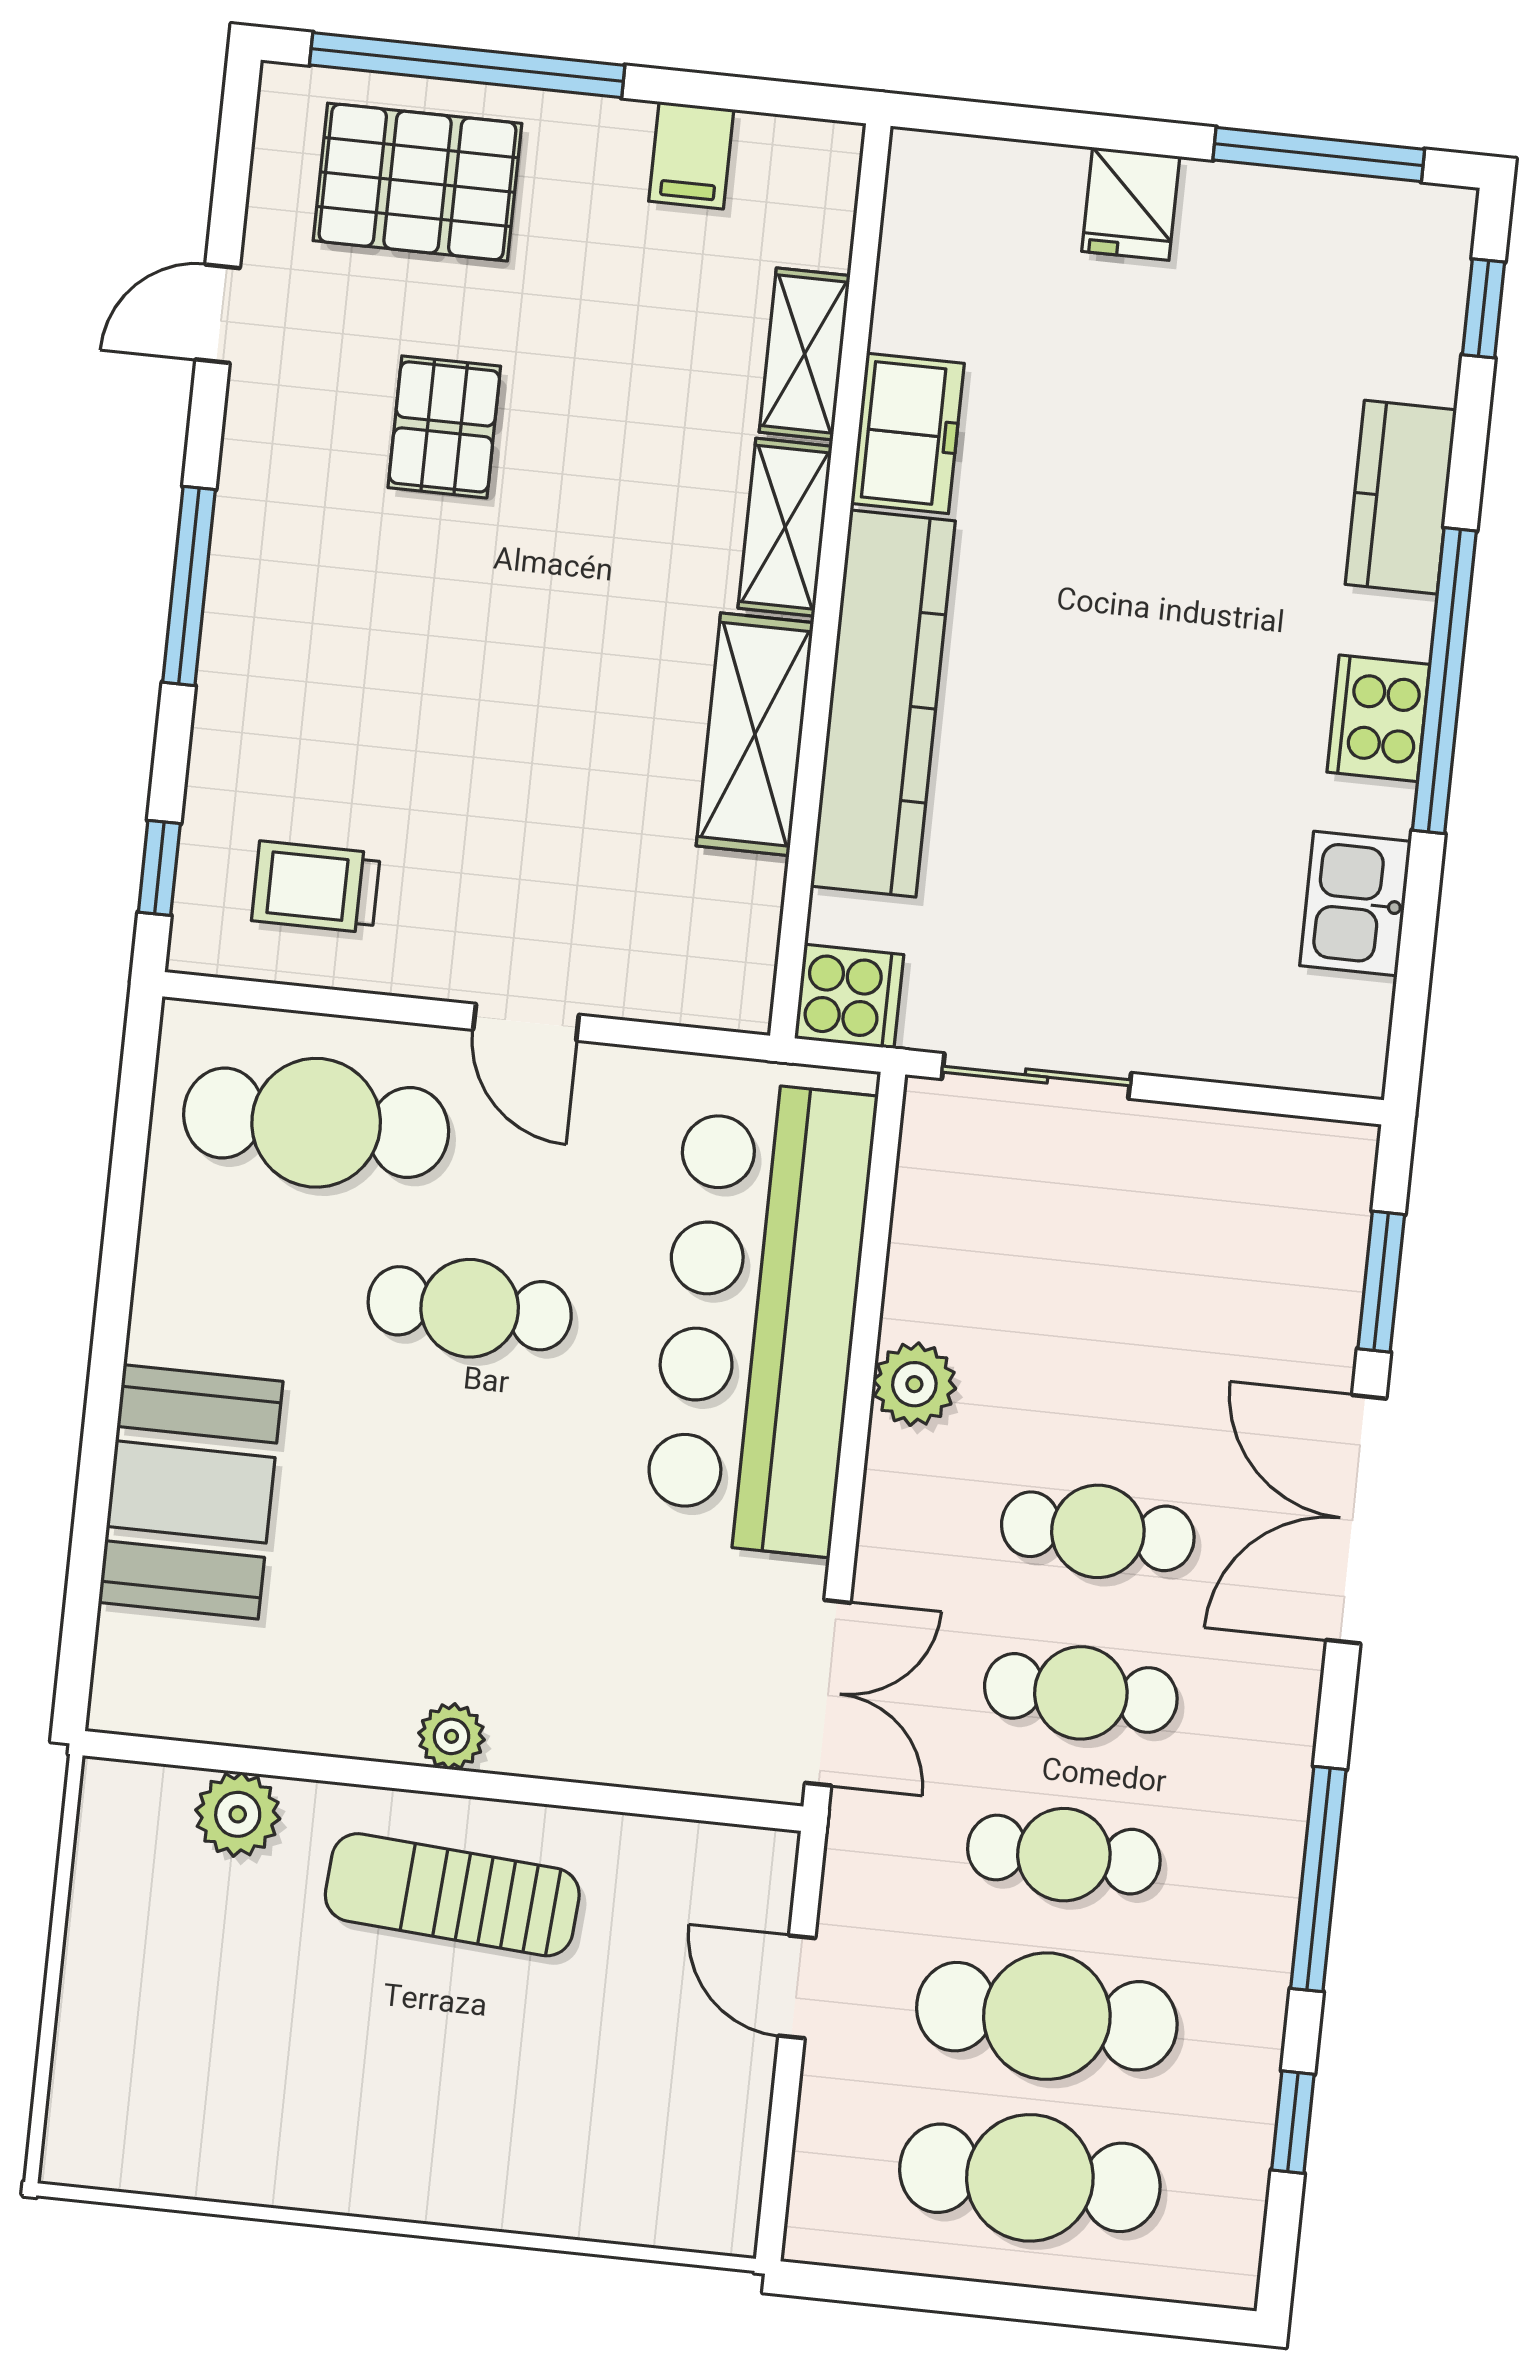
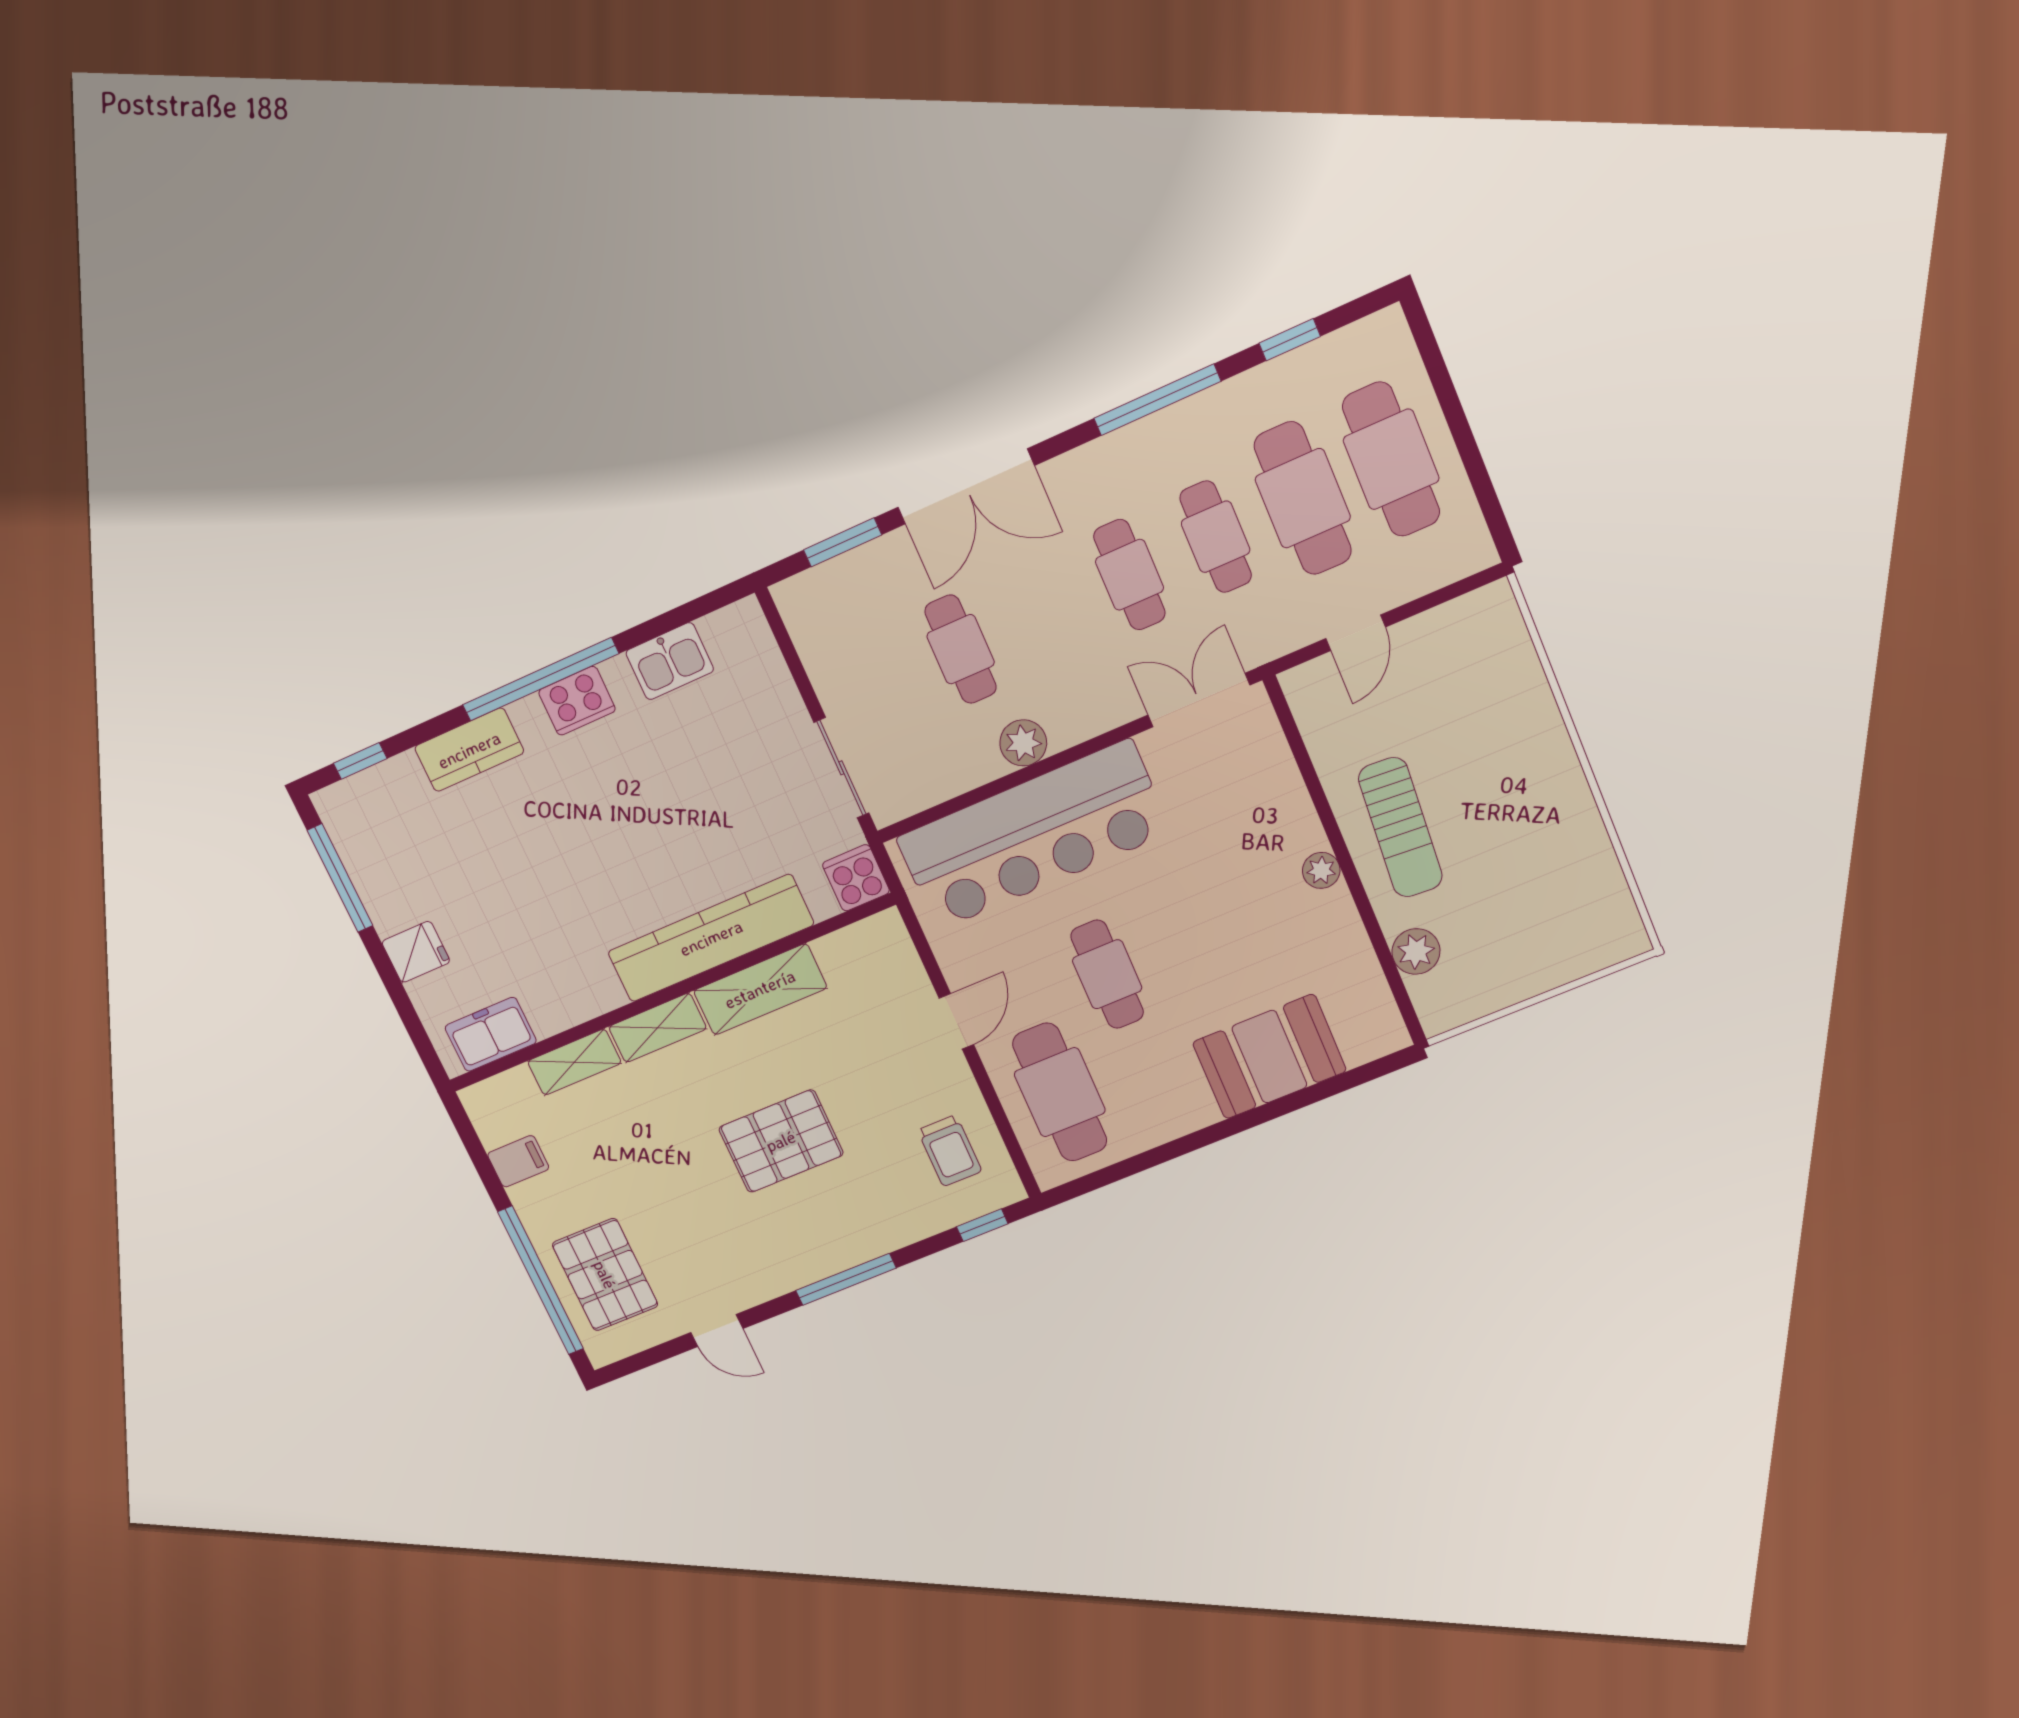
pallet: (444, 427) -> (781, 1141), moved, width x1.50, depth x1.42
freezer: (907, 433) -> (491, 1034), moved
cafe table: (1098, 1531) -> (961, 649), moved

